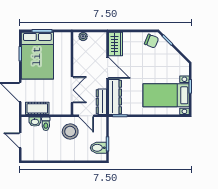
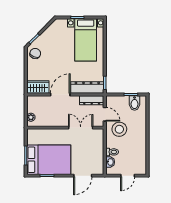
cot: (37, 108) -> (98, 160), removed
door: (86, 116) -> (105, 114), hinge flipped

